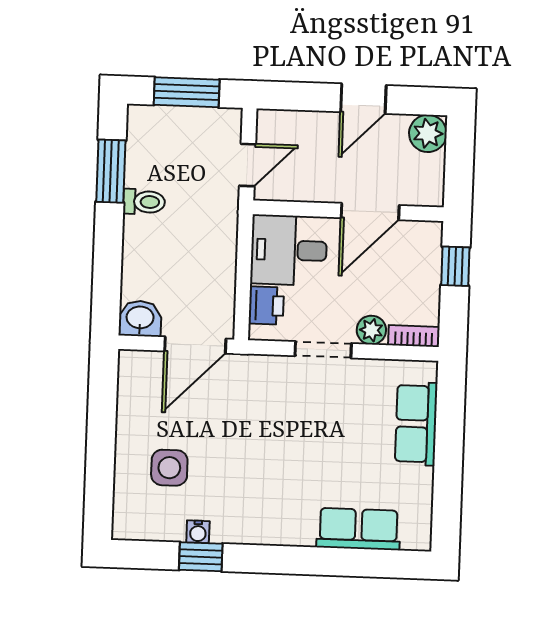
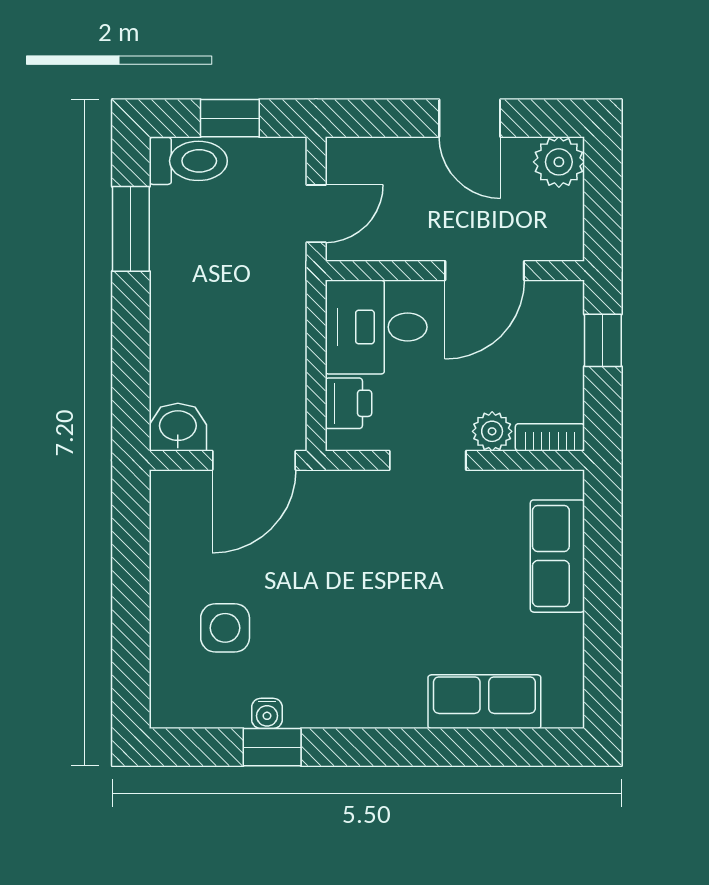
window: (187, 92) -> (230, 118), width x0.67
door: (363, 99) -> (470, 118), hinge flipped
toilet: (144, 202) -> (188, 161), moved, width x1.37, depth x1.39

